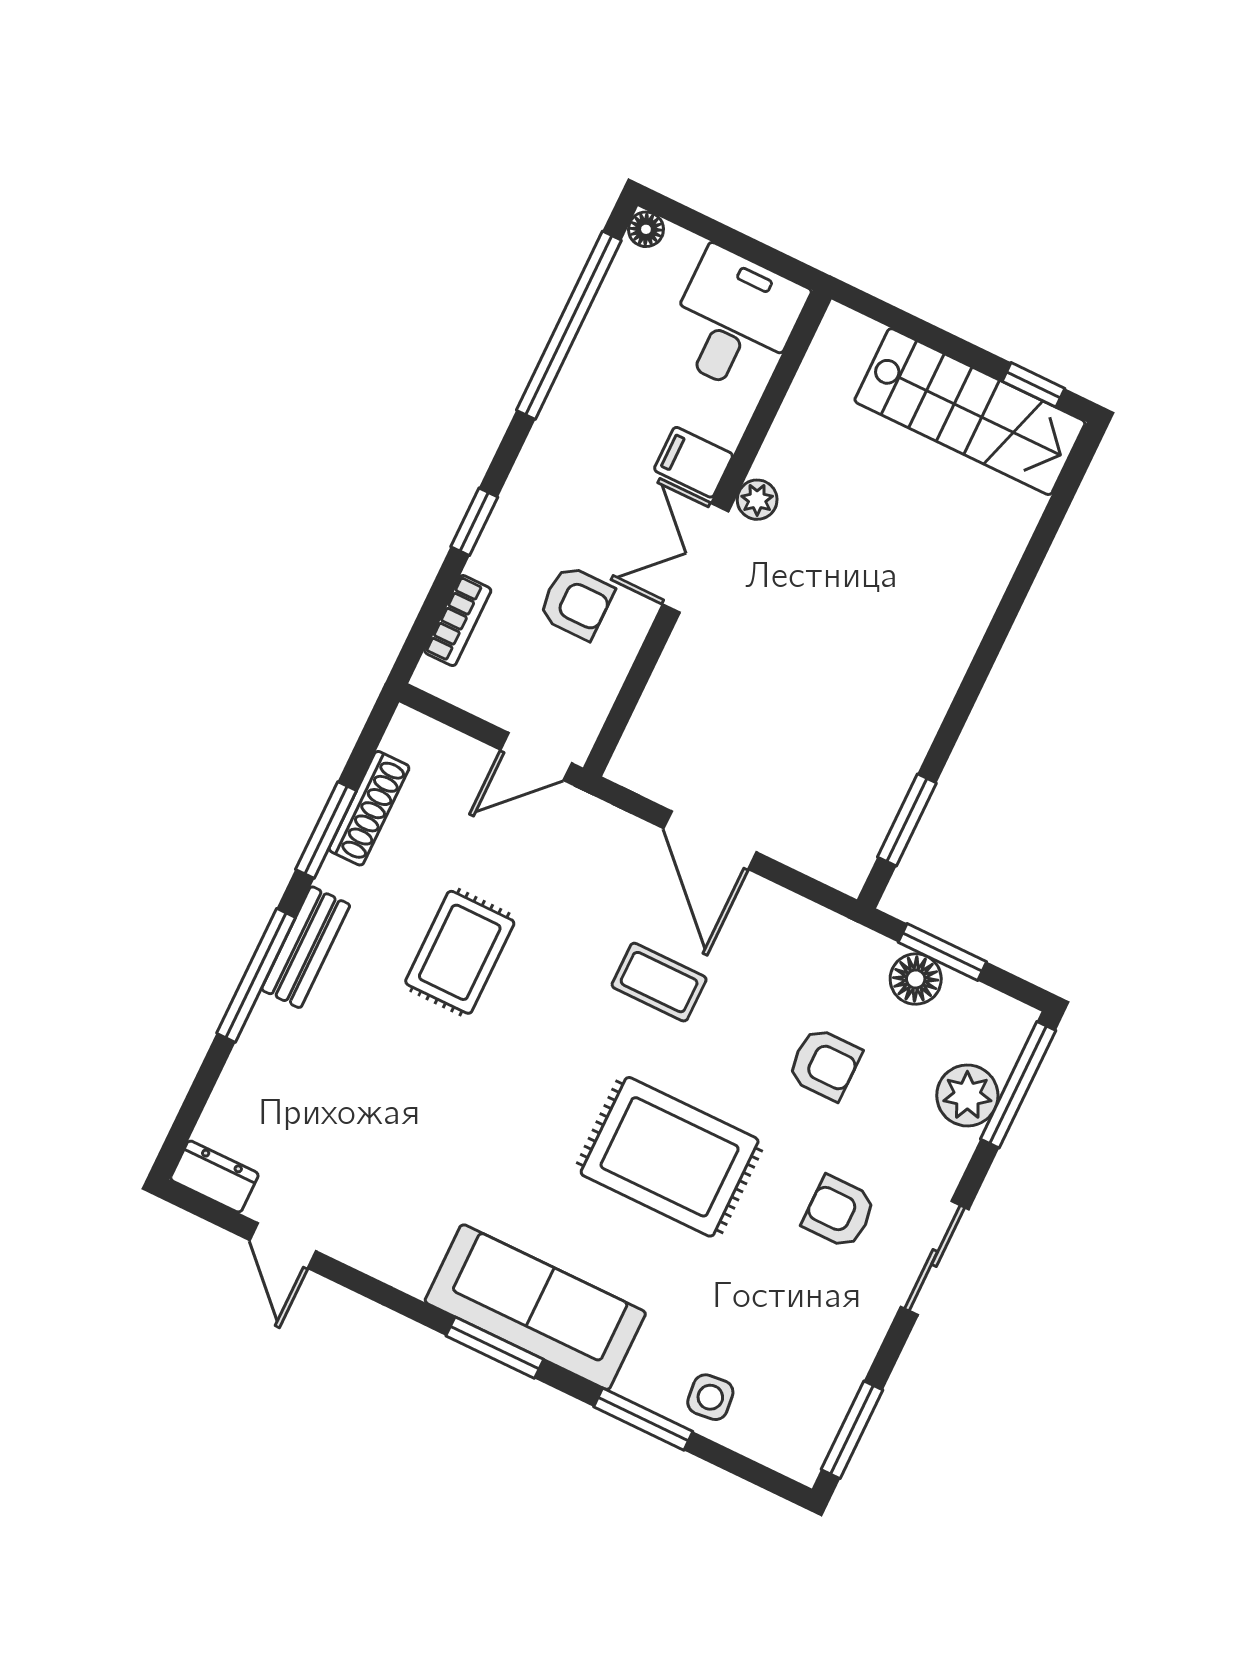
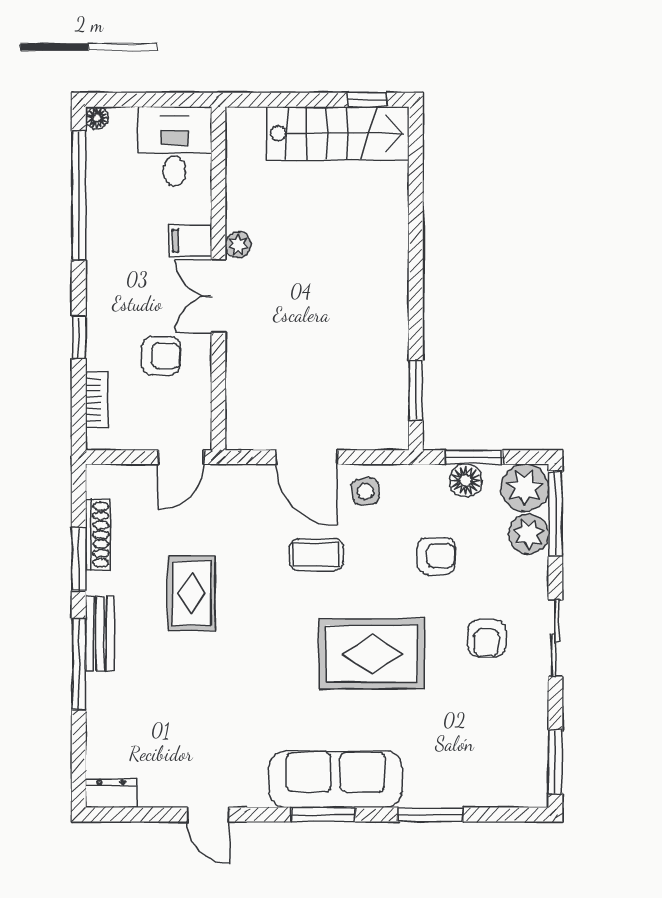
plant: (993, 1029) -> (525, 488), added
armchair: (839, 1212) -> (486, 638), turned -90
door: (283, 1246) -> (208, 815), moved
side table: (710, 1397) -> (365, 492), moved

